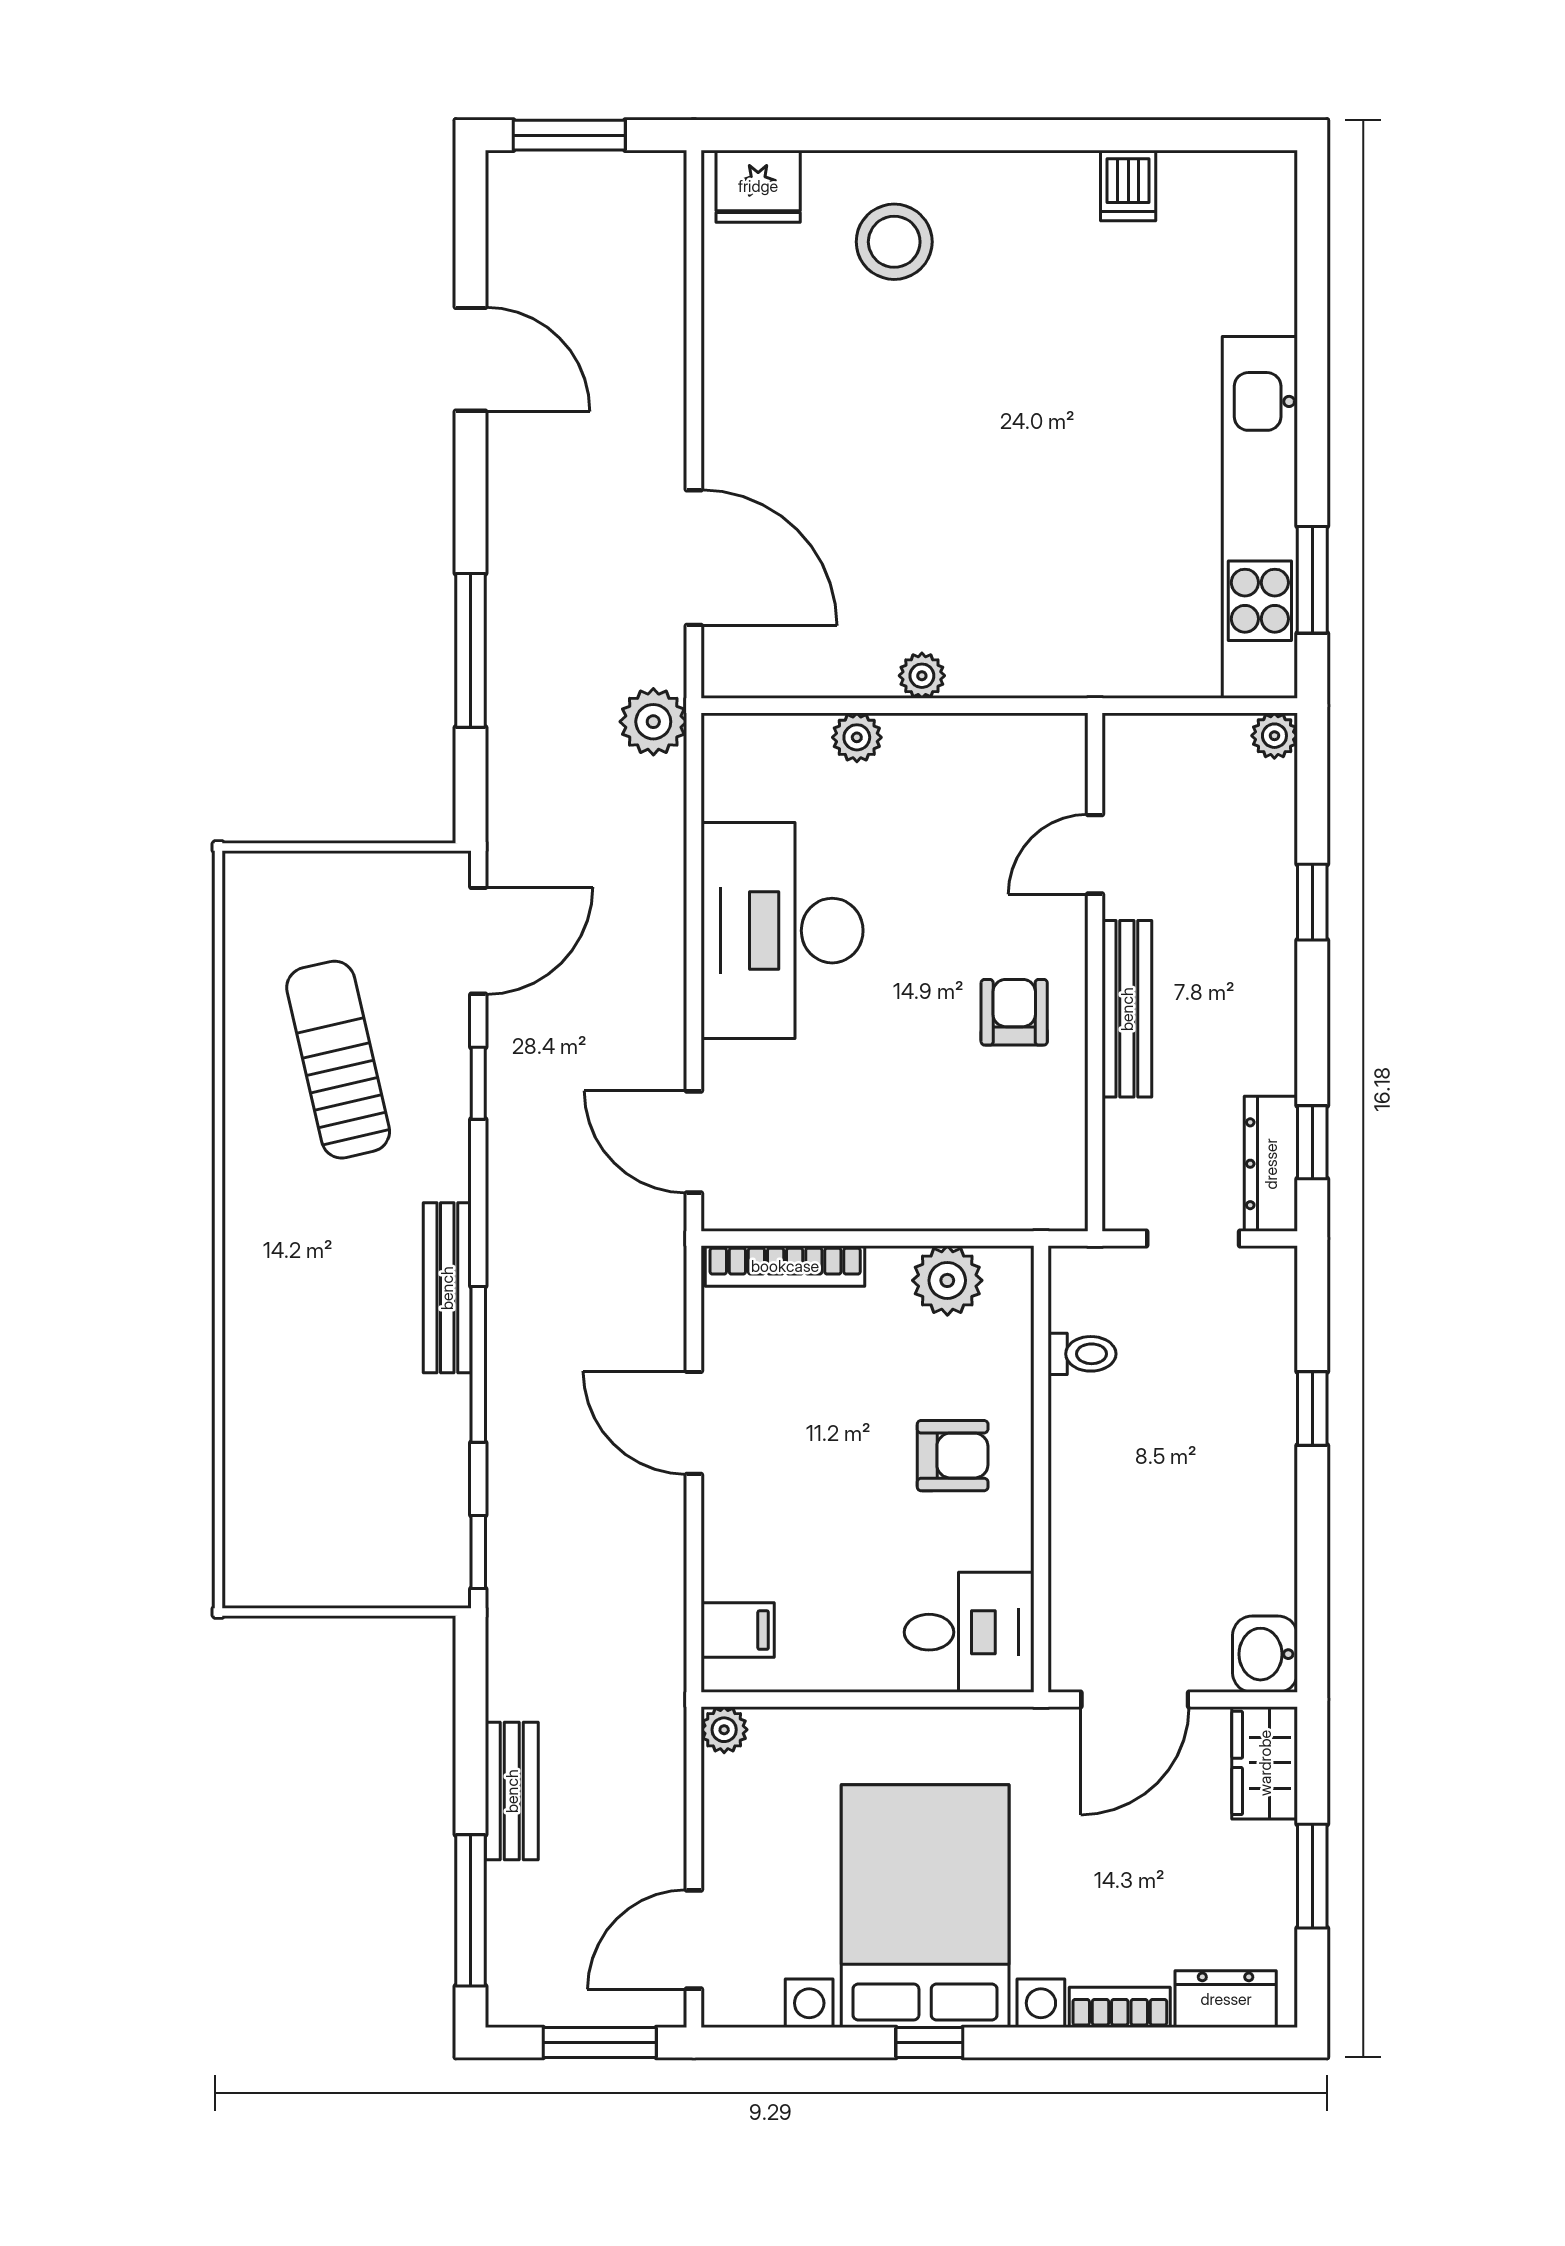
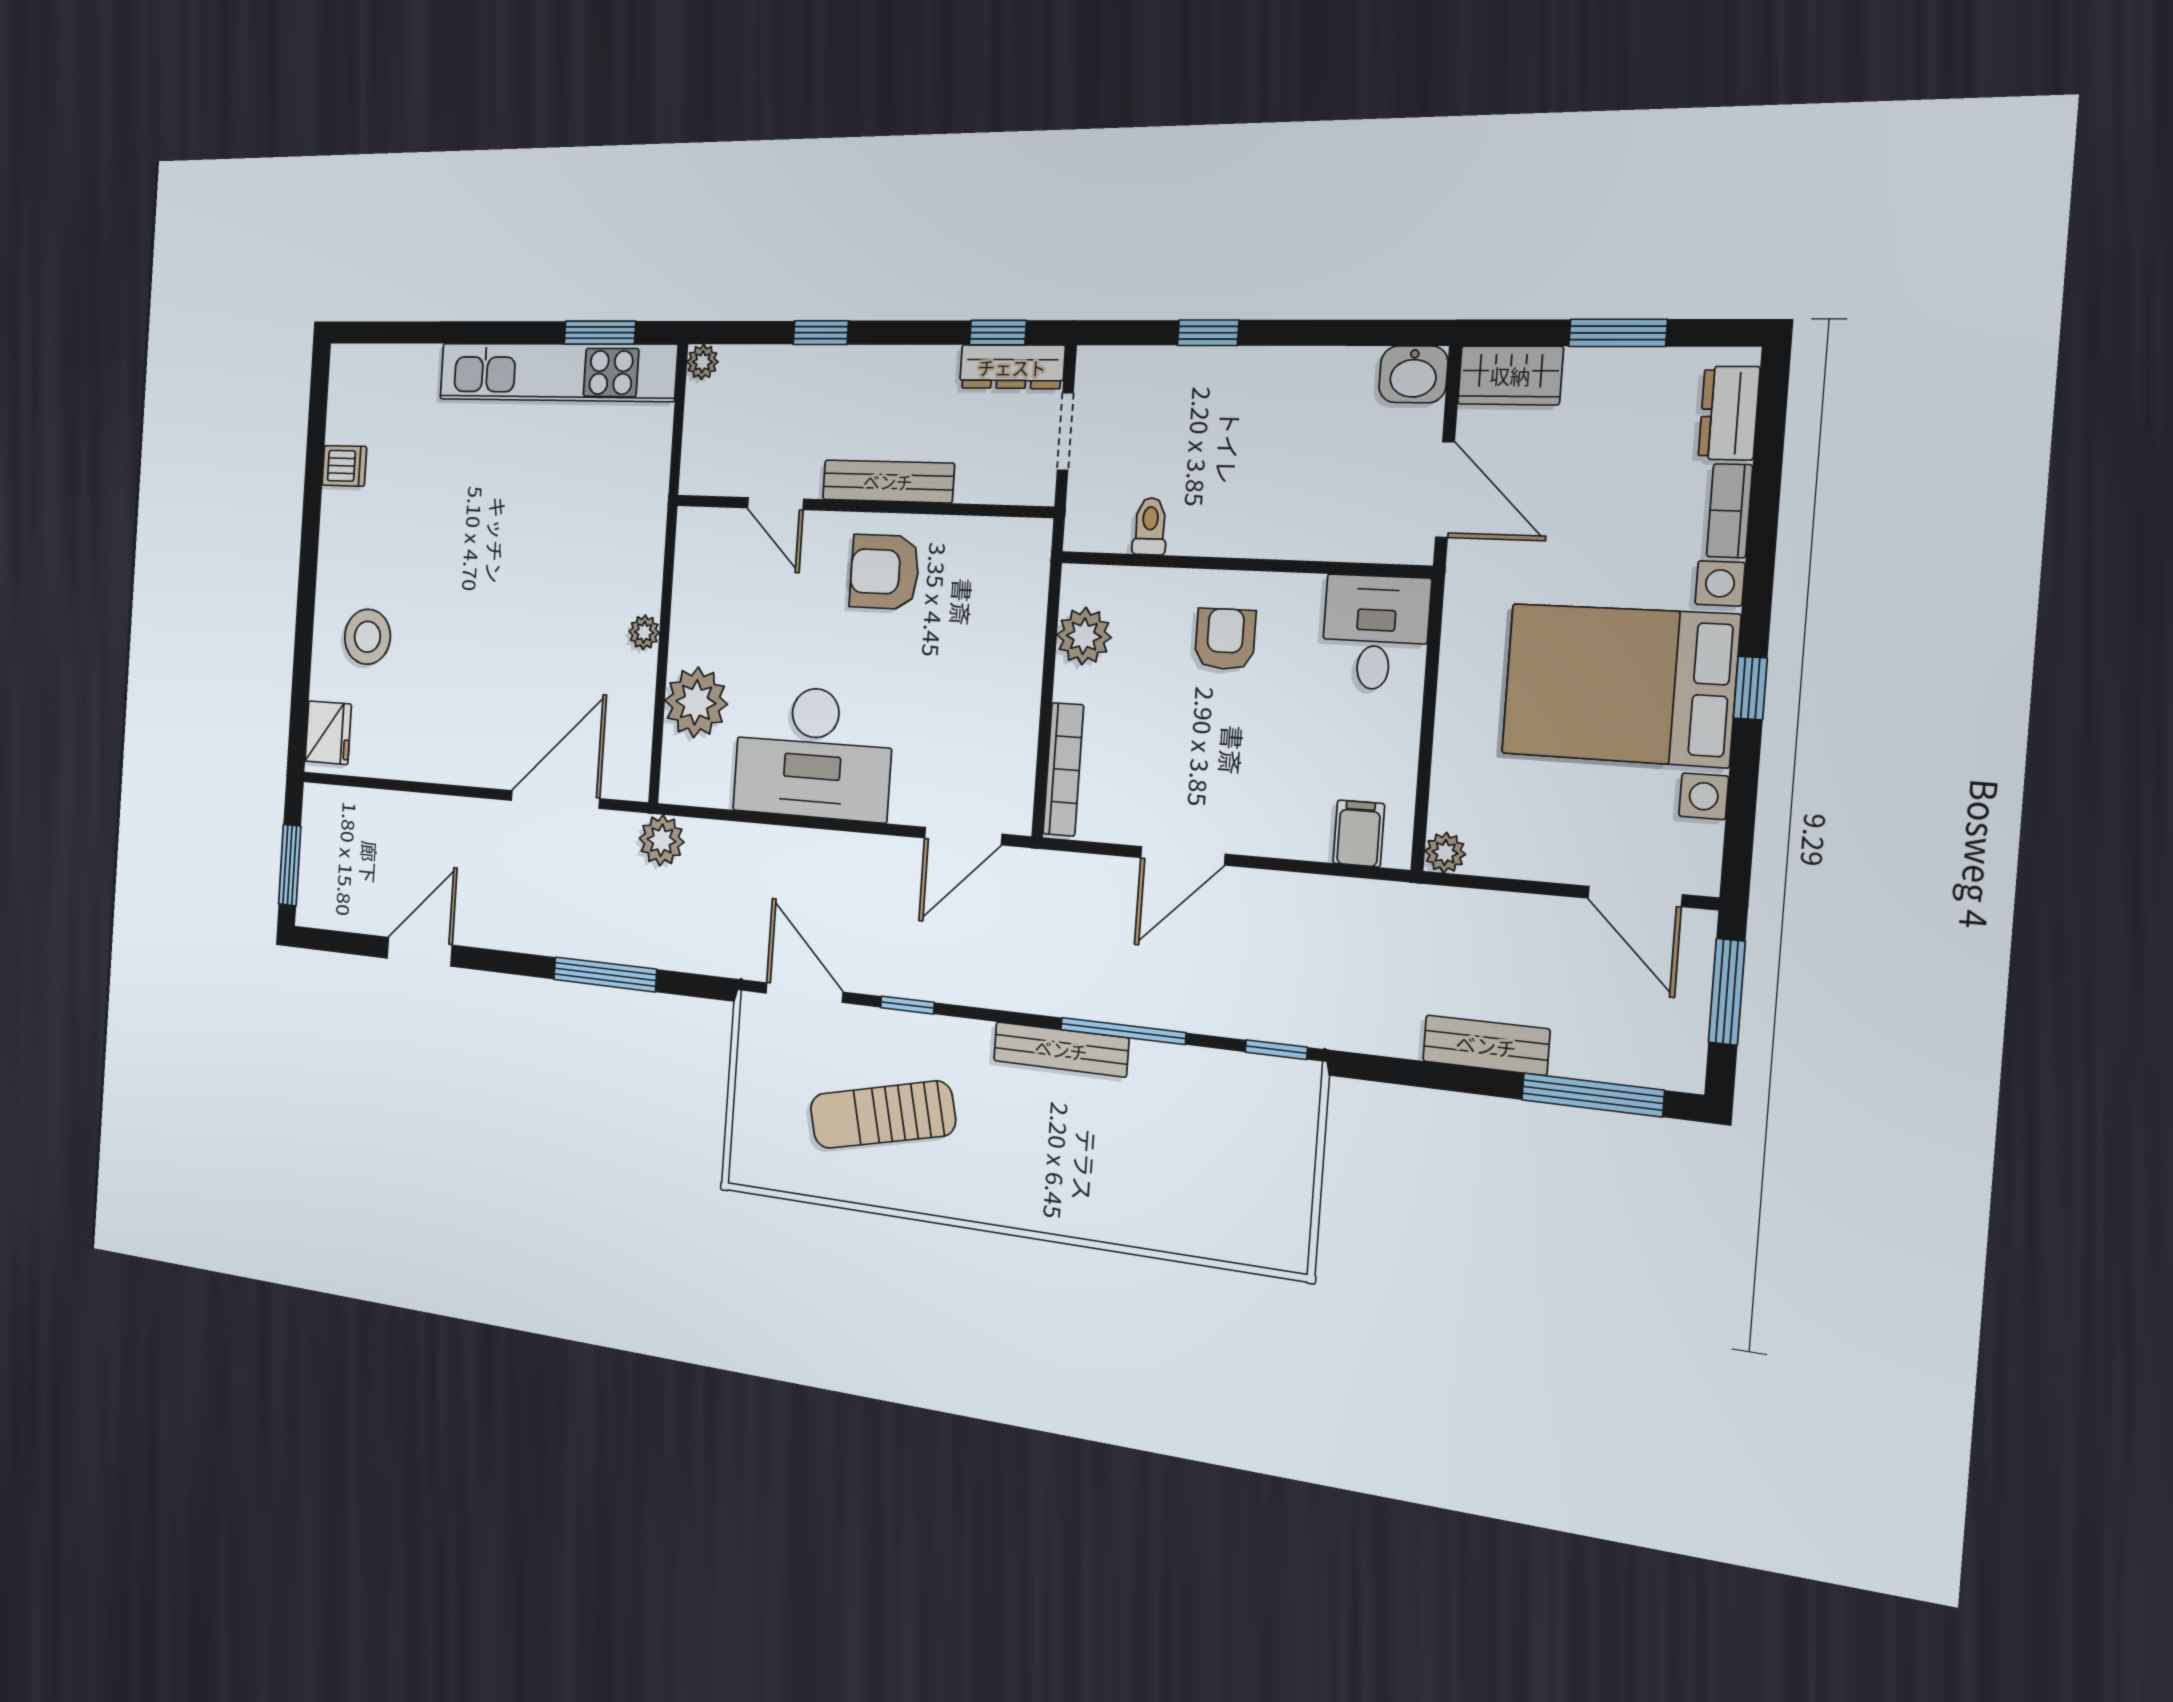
plant: (857, 737) -> (696, 702), width x1.88, depth x1.88
armchair: (1014, 1012) -> (884, 572), width x1.38, depth x1.38

